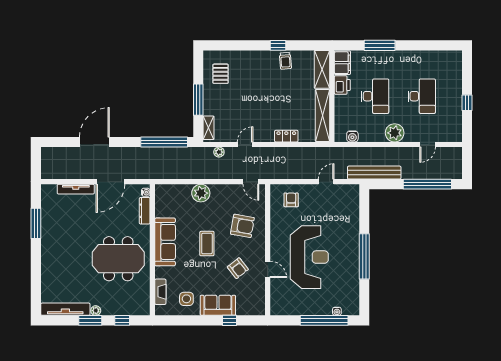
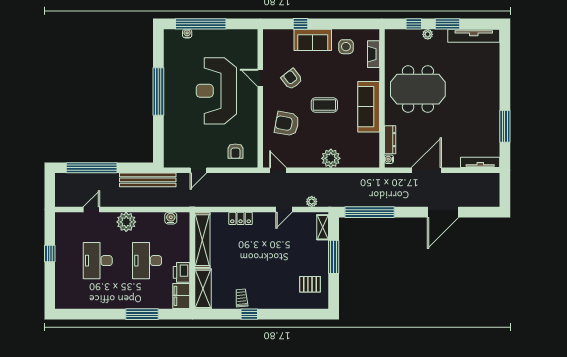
pallet: (221, 74) -> (310, 284), turned 90
tv unit: (76, 189) -> (480, 162), moved
coffee table: (207, 244) -> (324, 105), turned 90
plant: (96, 311) -> (428, 34), moved

